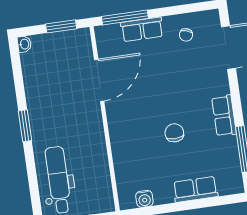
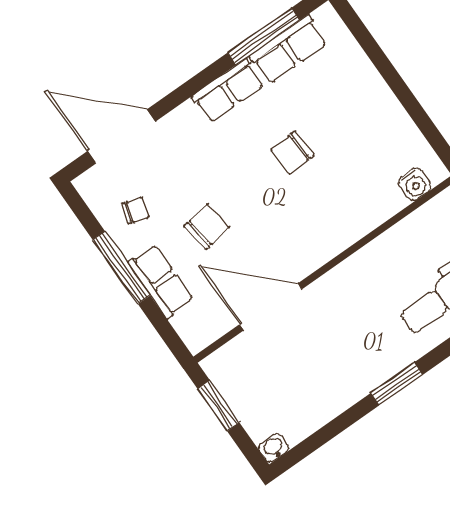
window: (125, 17) -> (121, 267), moved
chair: (158, 68) -> (207, 227), added
row of seats: (195, 189) -> (289, 50), moved, turned -90
water cooler: (144, 199) -> (415, 184), moved, turned 90

